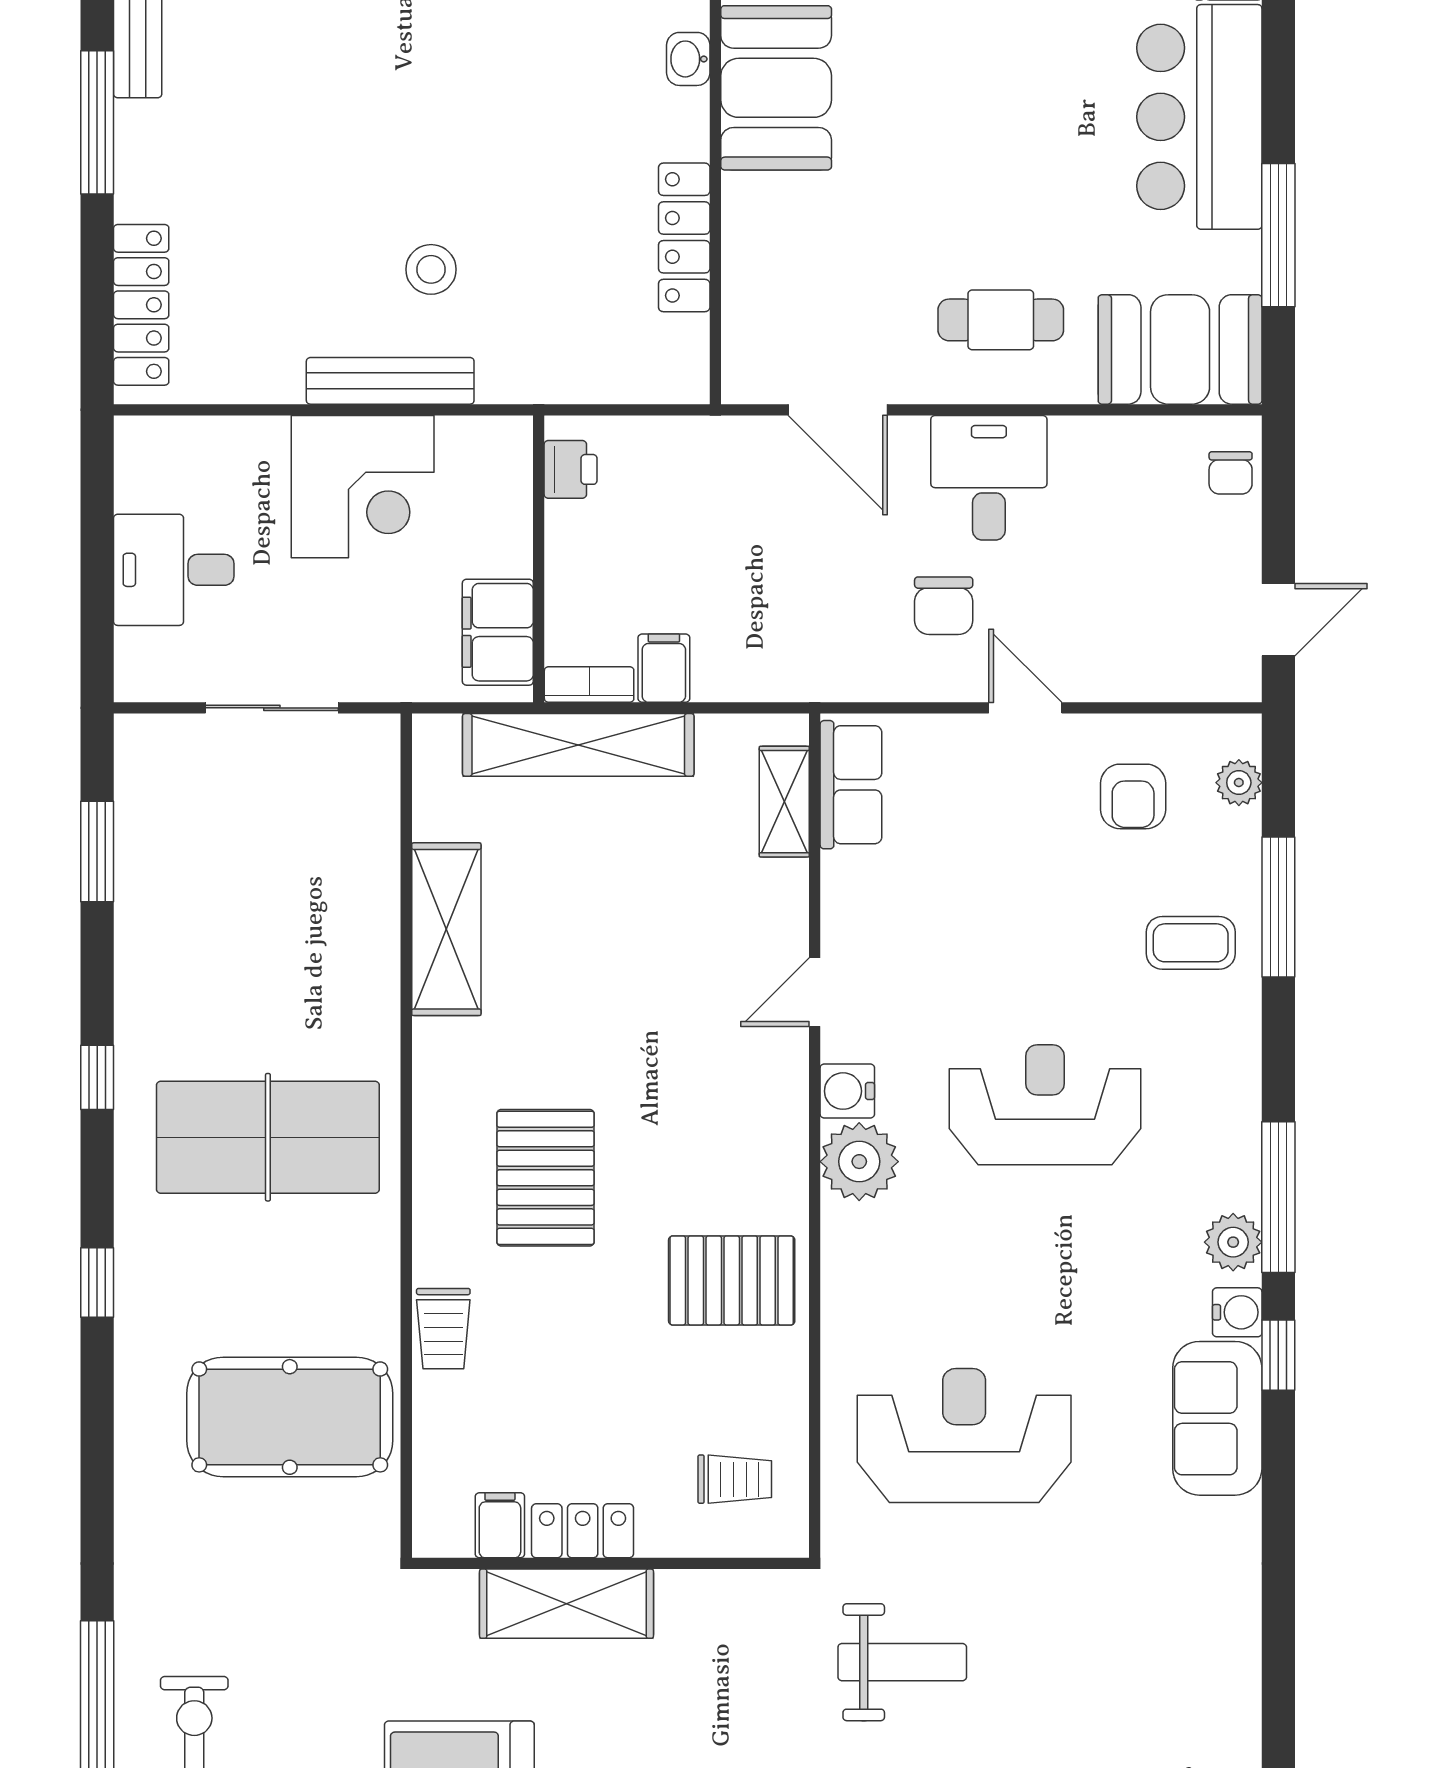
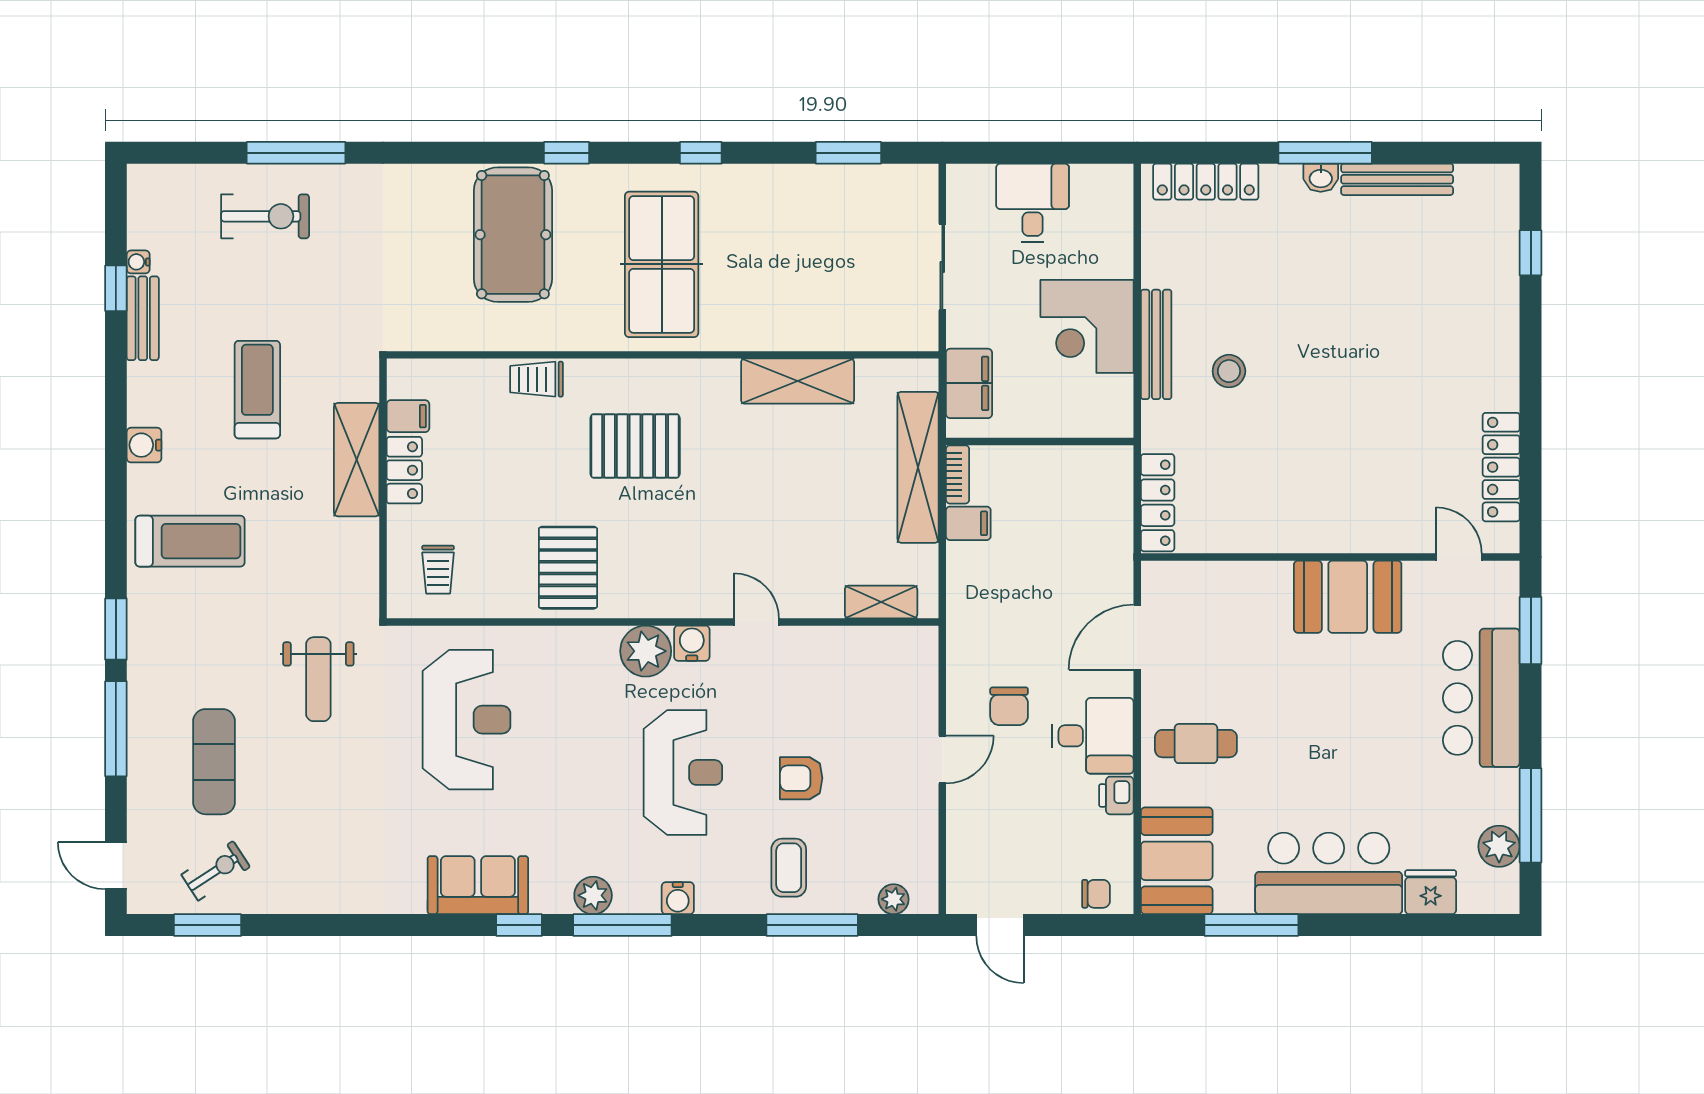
washbasin: (688, 59) -> (1321, 178), moved, turned 180
locker: (684, 237) -> (1158, 503), moved, turned 90
cafe table: (1001, 320) -> (1196, 744), turned 90
printer: (571, 469) -> (1116, 795), moved, turned 90
chair: (1231, 473) -> (1096, 894), turned 180
chair: (944, 606) -> (1009, 706), turned -90
filing cabinet: (498, 632) -> (969, 383), moved, turned 90
row of seats: (851, 785) -> (892, 646), removed
armchair: (1133, 796) -> (801, 778), moved
water cooler: (1237, 1312) -> (678, 898), moved
pool table: (290, 1417) -> (513, 235), moved

